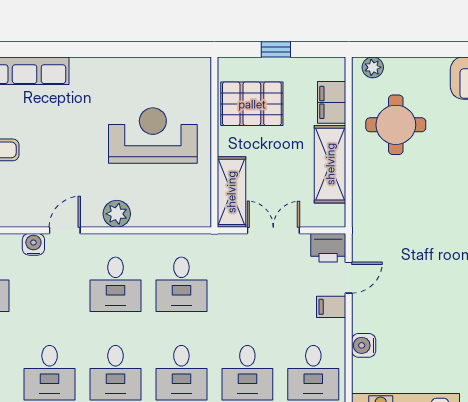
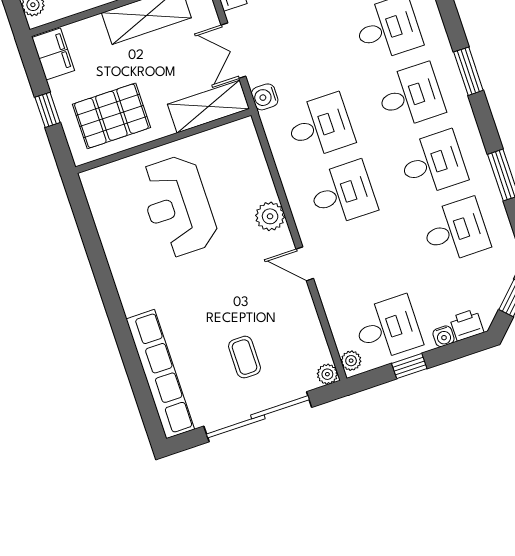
filing cabinet: (332, 102) -> (53, 54), moved, turned -90
pallet: (252, 104) -> (111, 116), turned 90
water cooler: (33, 244) -> (265, 97), moved

